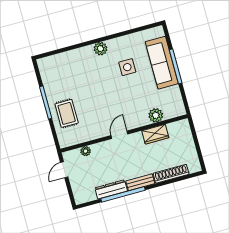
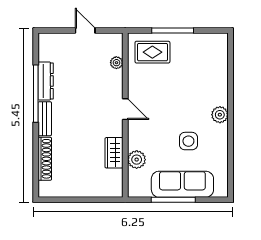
plant: (156, 115) -> (137, 160), moved
wall: (124, 133) -> (125, 115), moved
wardrobe: (155, 134) -> (114, 153), moved
door: (119, 135) -> (125, 109), moved
plant: (86, 151) -> (116, 63), moved

